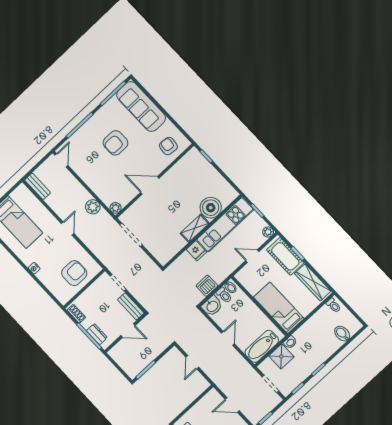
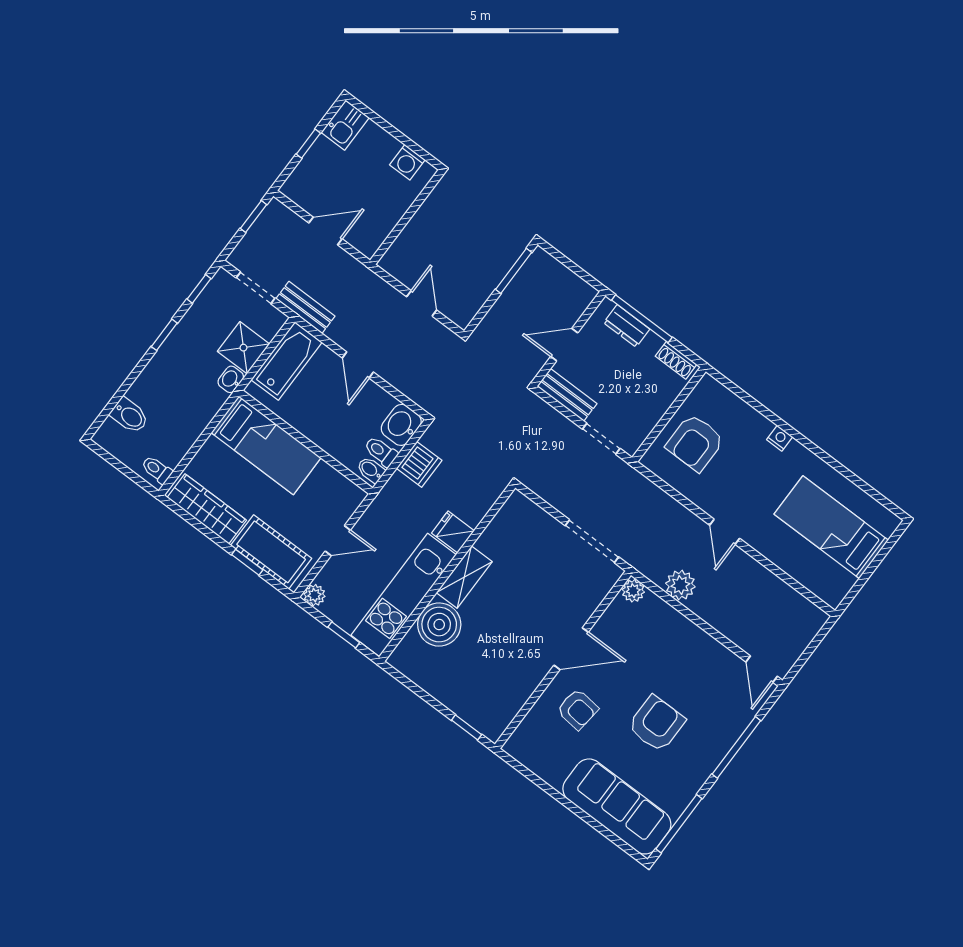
armchair: (168, 146) -> (578, 709), moved
bench: (38, 186) -> (305, 307), moved

